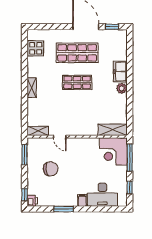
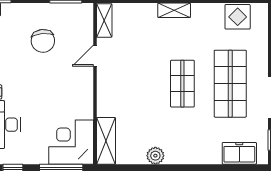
freezer: (120, 72) -> (239, 153), moved
plant: (122, 88) -> (155, 156), moved

